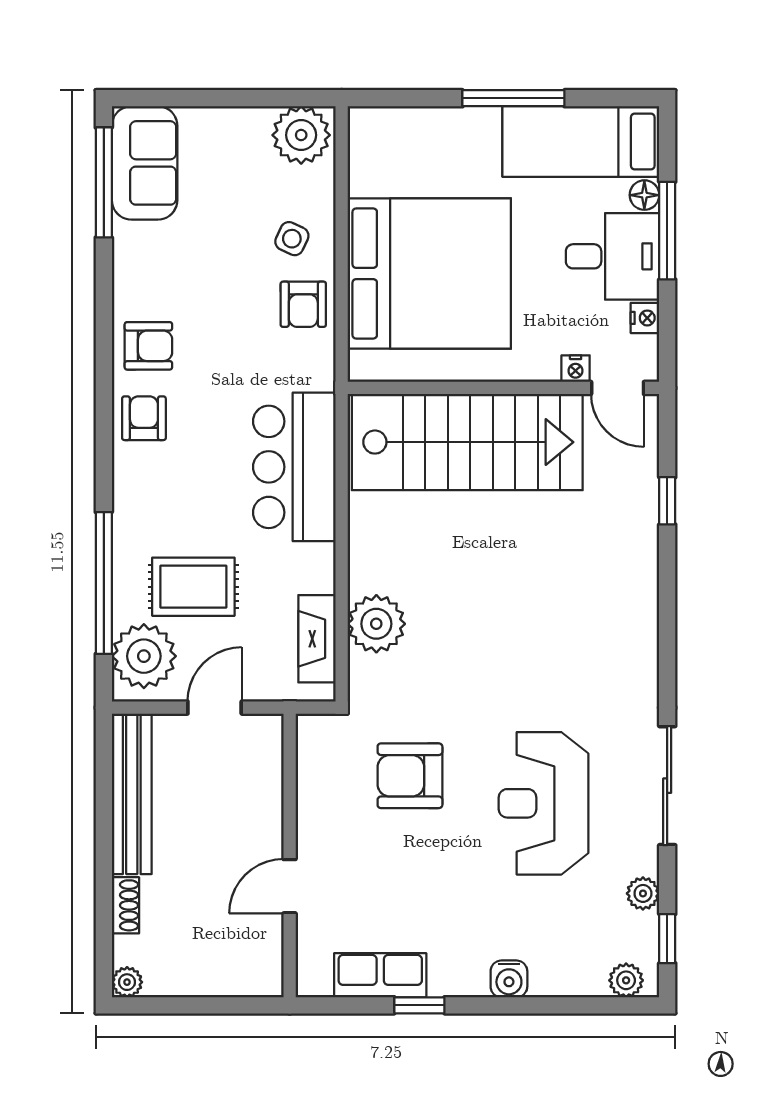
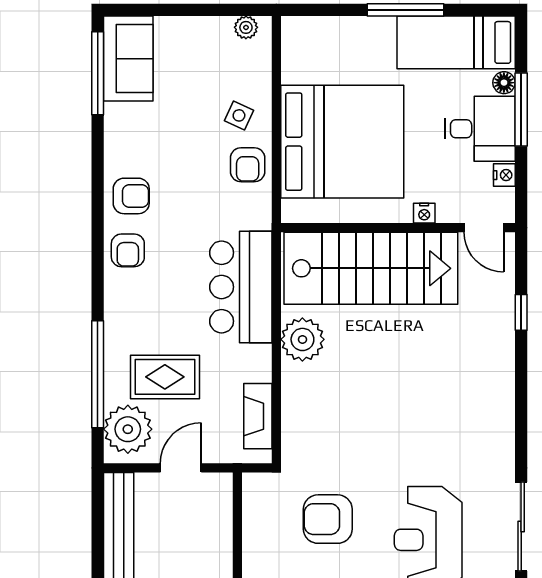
plant: (301, 135) -> (246, 27), width x0.53, depth x0.53
nightstand: (576, 369) -> (424, 213), moved
armchair: (144, 418) -> (128, 250), turned 180
plant: (376, 624) -> (302, 339), moved

